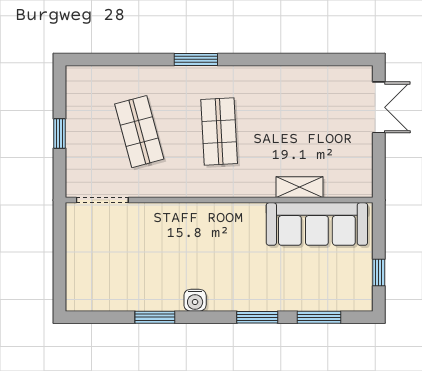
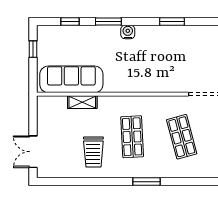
trolley: (281, 107) -> (93, 152), added
water cooler: (195, 300) -> (128, 32), moved
window: (319, 317) -> (70, 21), width x0.67

